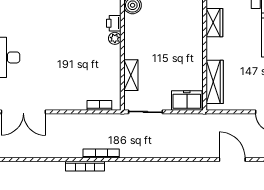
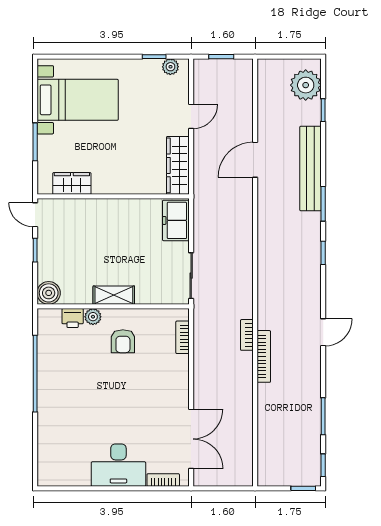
armchair: (96, 61) -> (123, 341), added
shelving: (131, 75) -> (114, 295), moved
wardrobe: (215, 82) -> (178, 165), moved, turned -90
bookcase: (101, 153) -> (247, 335), width x0.64

